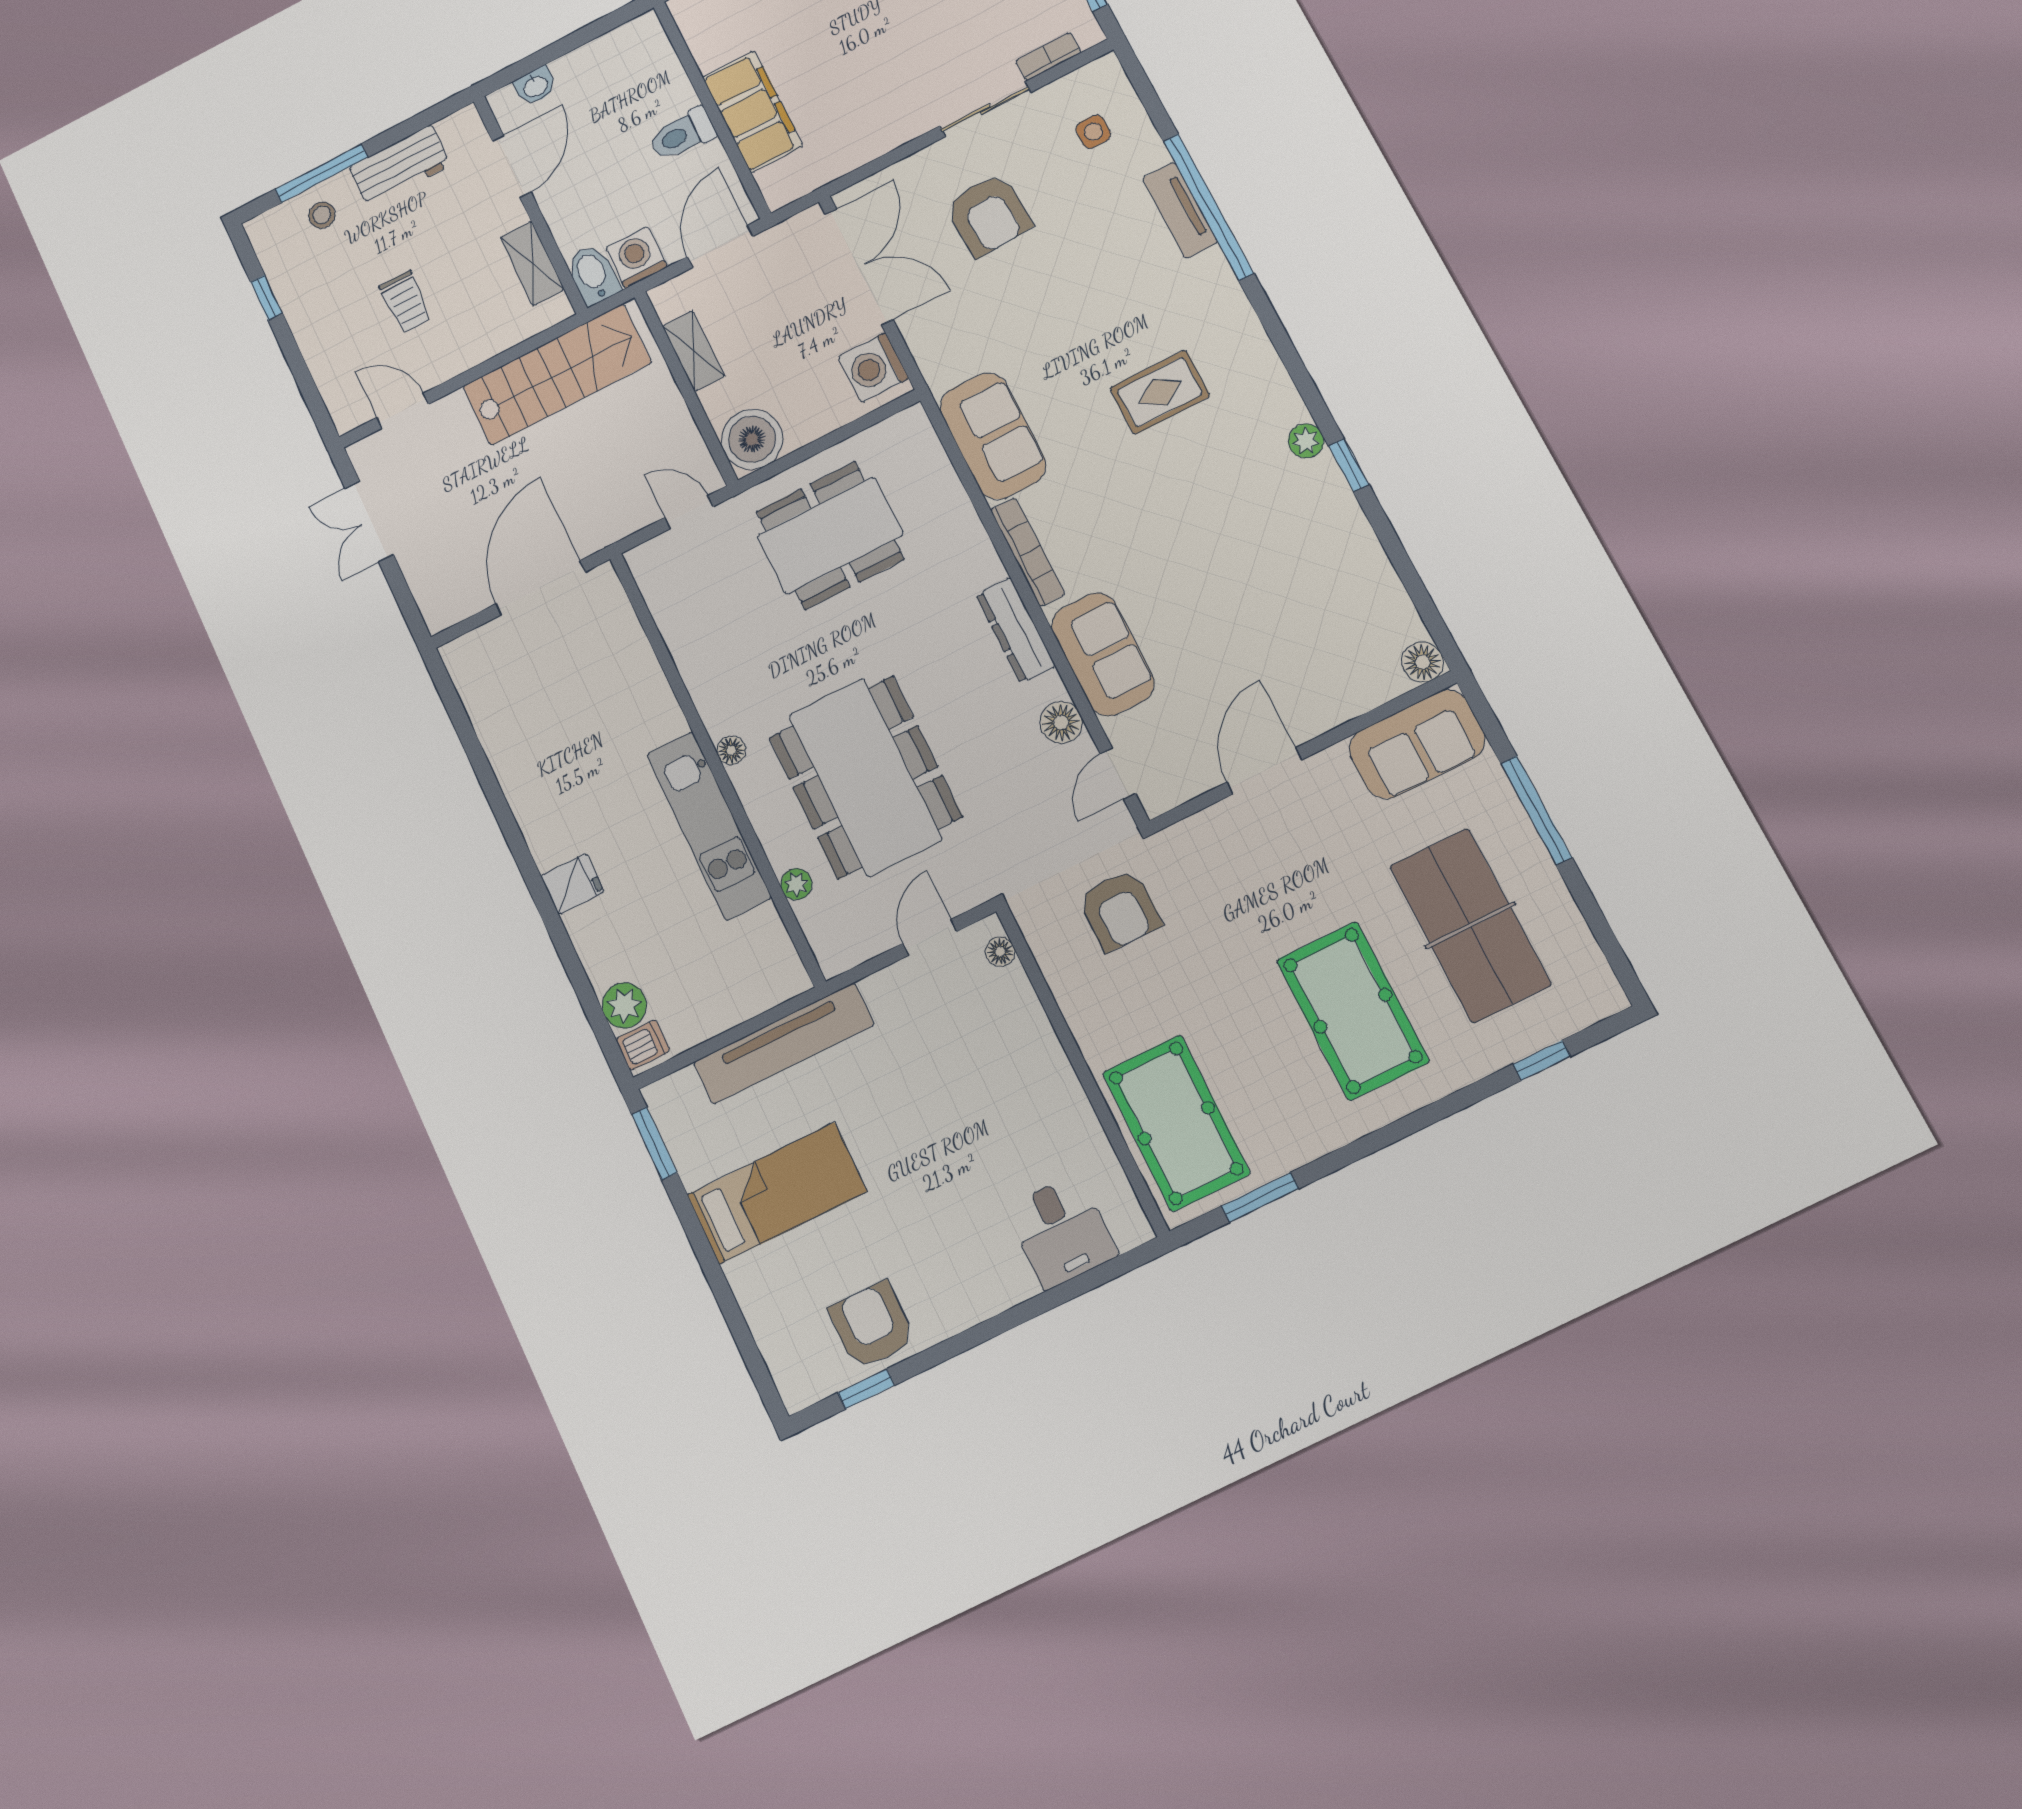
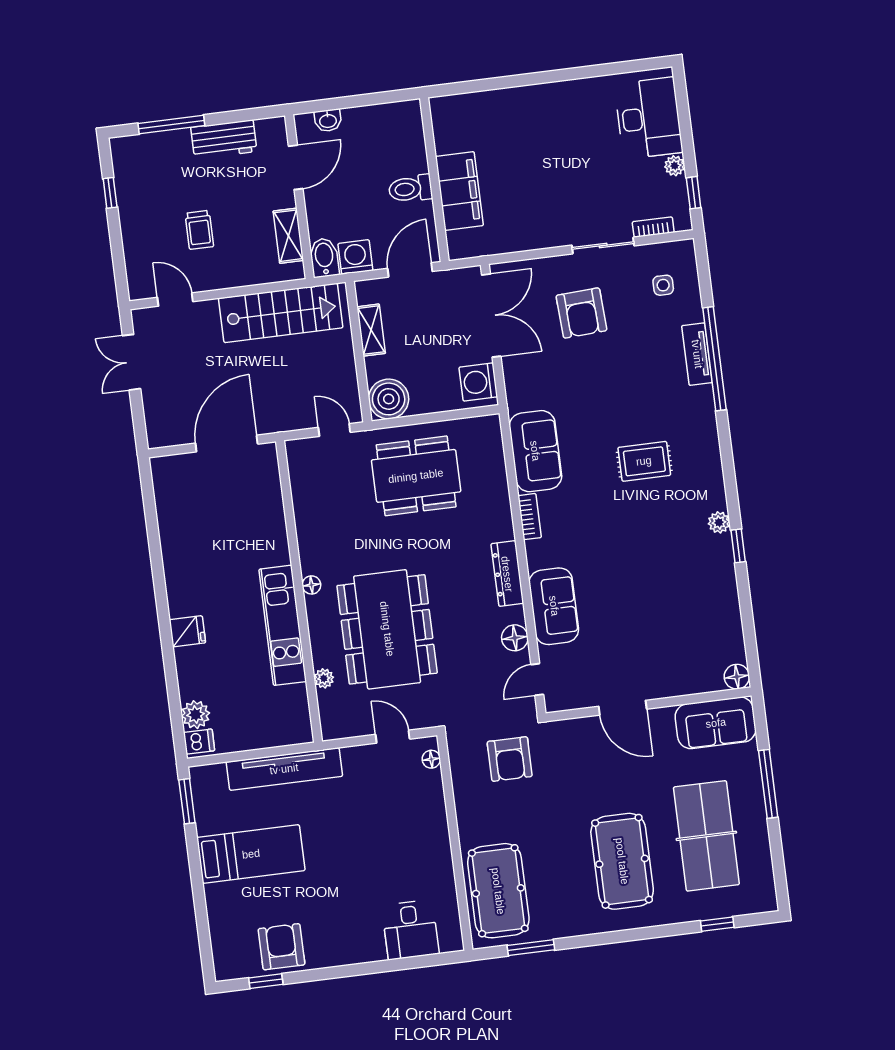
stool: (322, 215) -> (163, 152), removed
bookcase: (1028, 552) -> (530, 517), width x0.64
door: (1264, 771) -> (623, 708), swing flipped
door: (930, 937) -> (393, 737), hinge flipped

